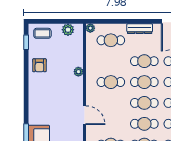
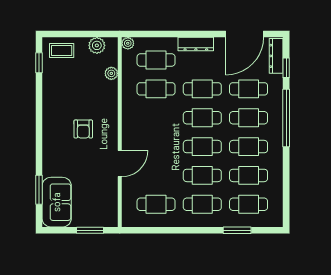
armchair: (39, 65) -> (83, 129), moved
plant: (78, 72) -> (111, 73), moved
cafe table: (111, 82) -> (156, 89), moved
door: (85, 115) -> (120, 164), hinge flipped

